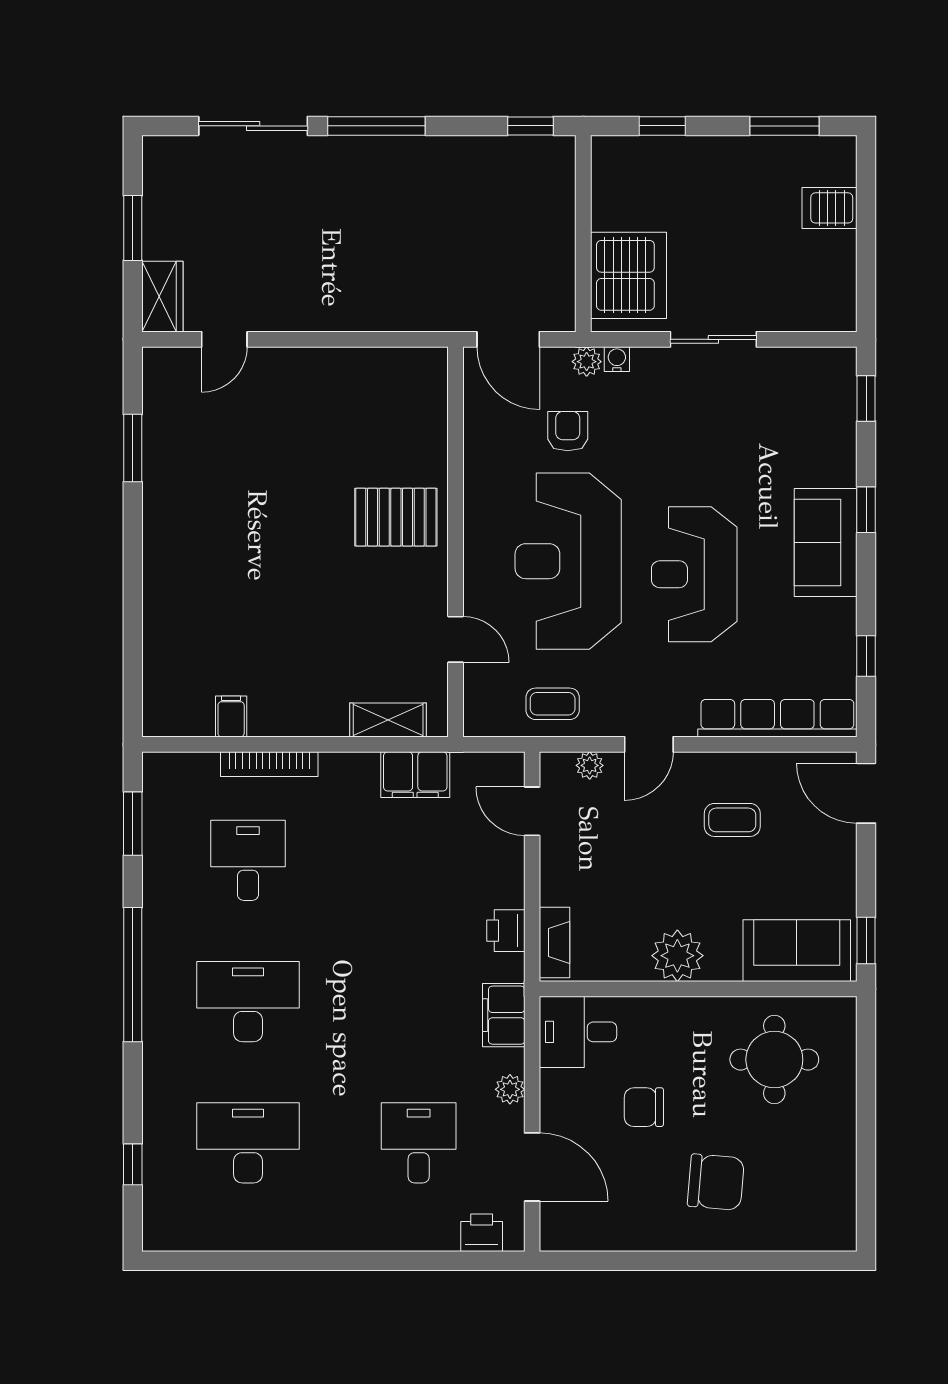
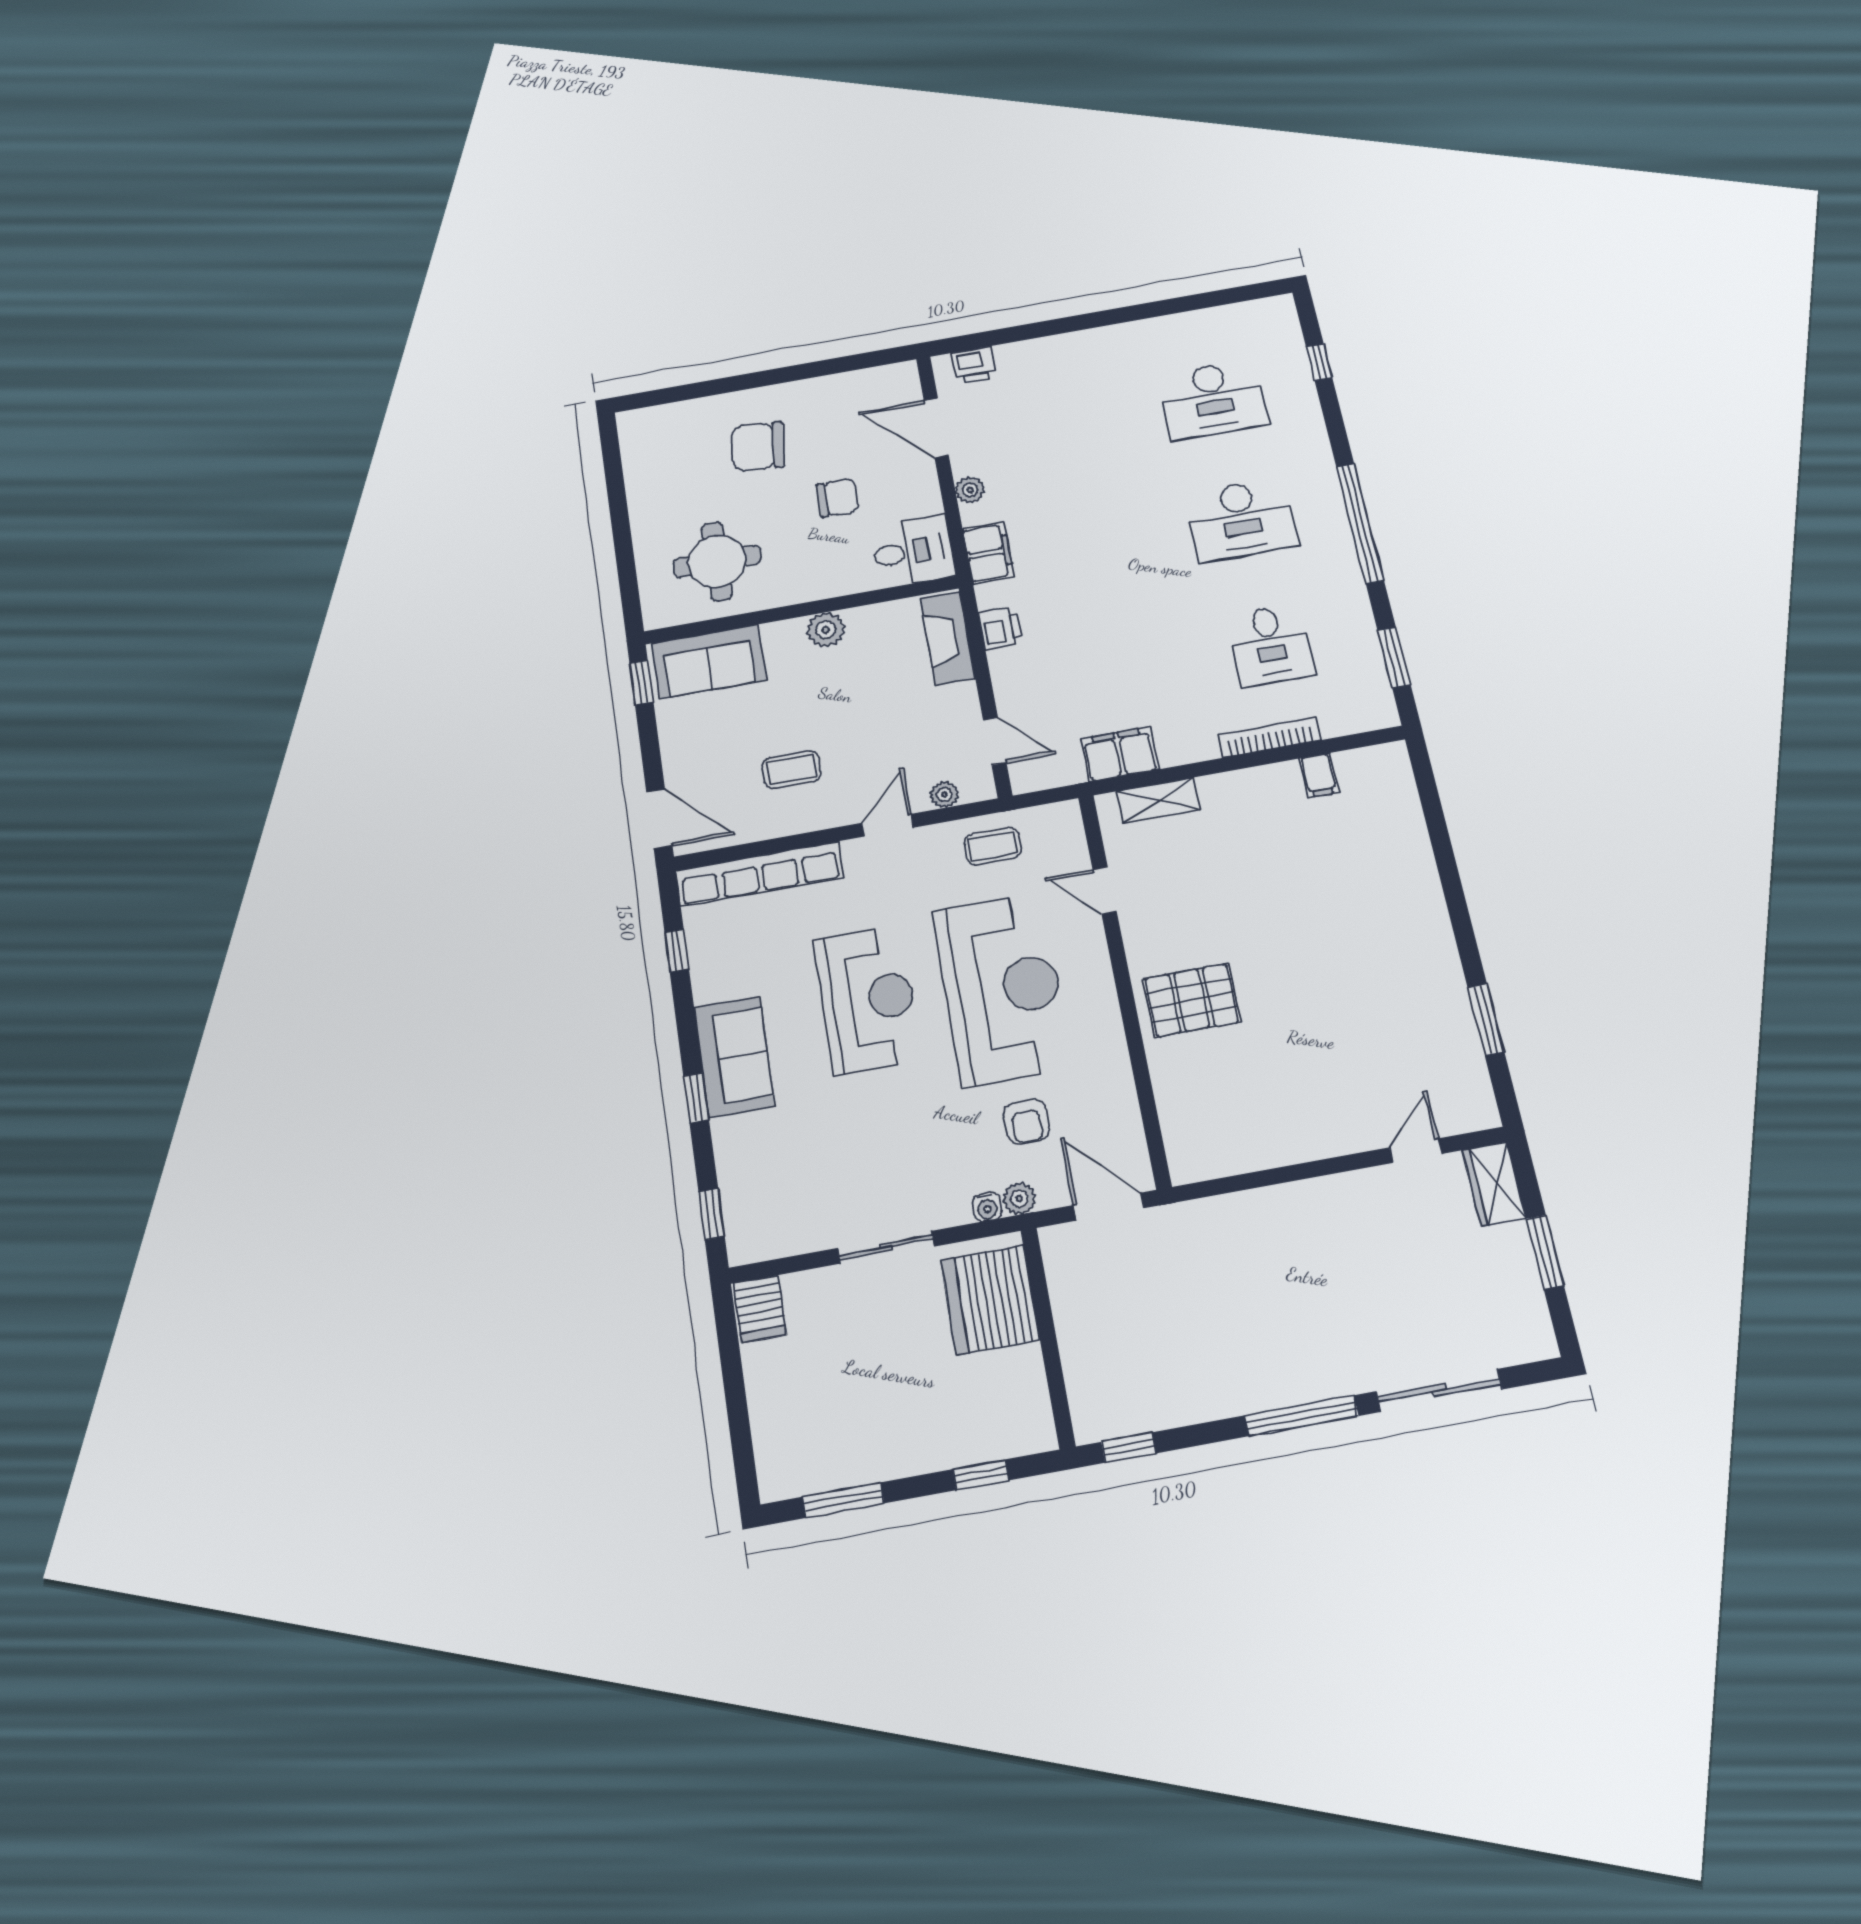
server rack: (830, 208) -> (760, 1309), moved, turned 90
fireplace: (555, 943) -> (948, 638), width x1.37, depth x1.32
plant: (677, 956) -> (826, 630), width x0.73, depth x0.73
desk: (419, 1143) -> (1049, 429), removed

